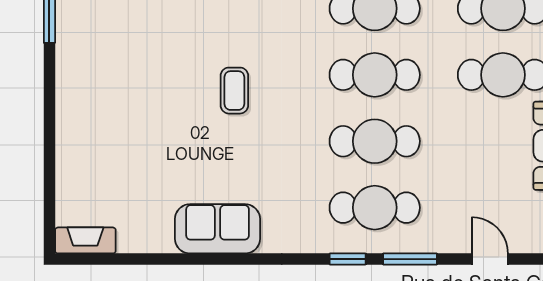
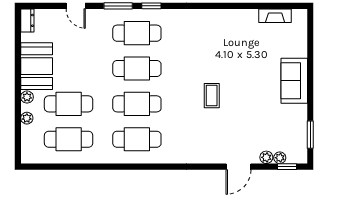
sofa: (218, 229) -> (294, 81), moved, turned 90
fireplace: (85, 240) -> (275, 16), moved

